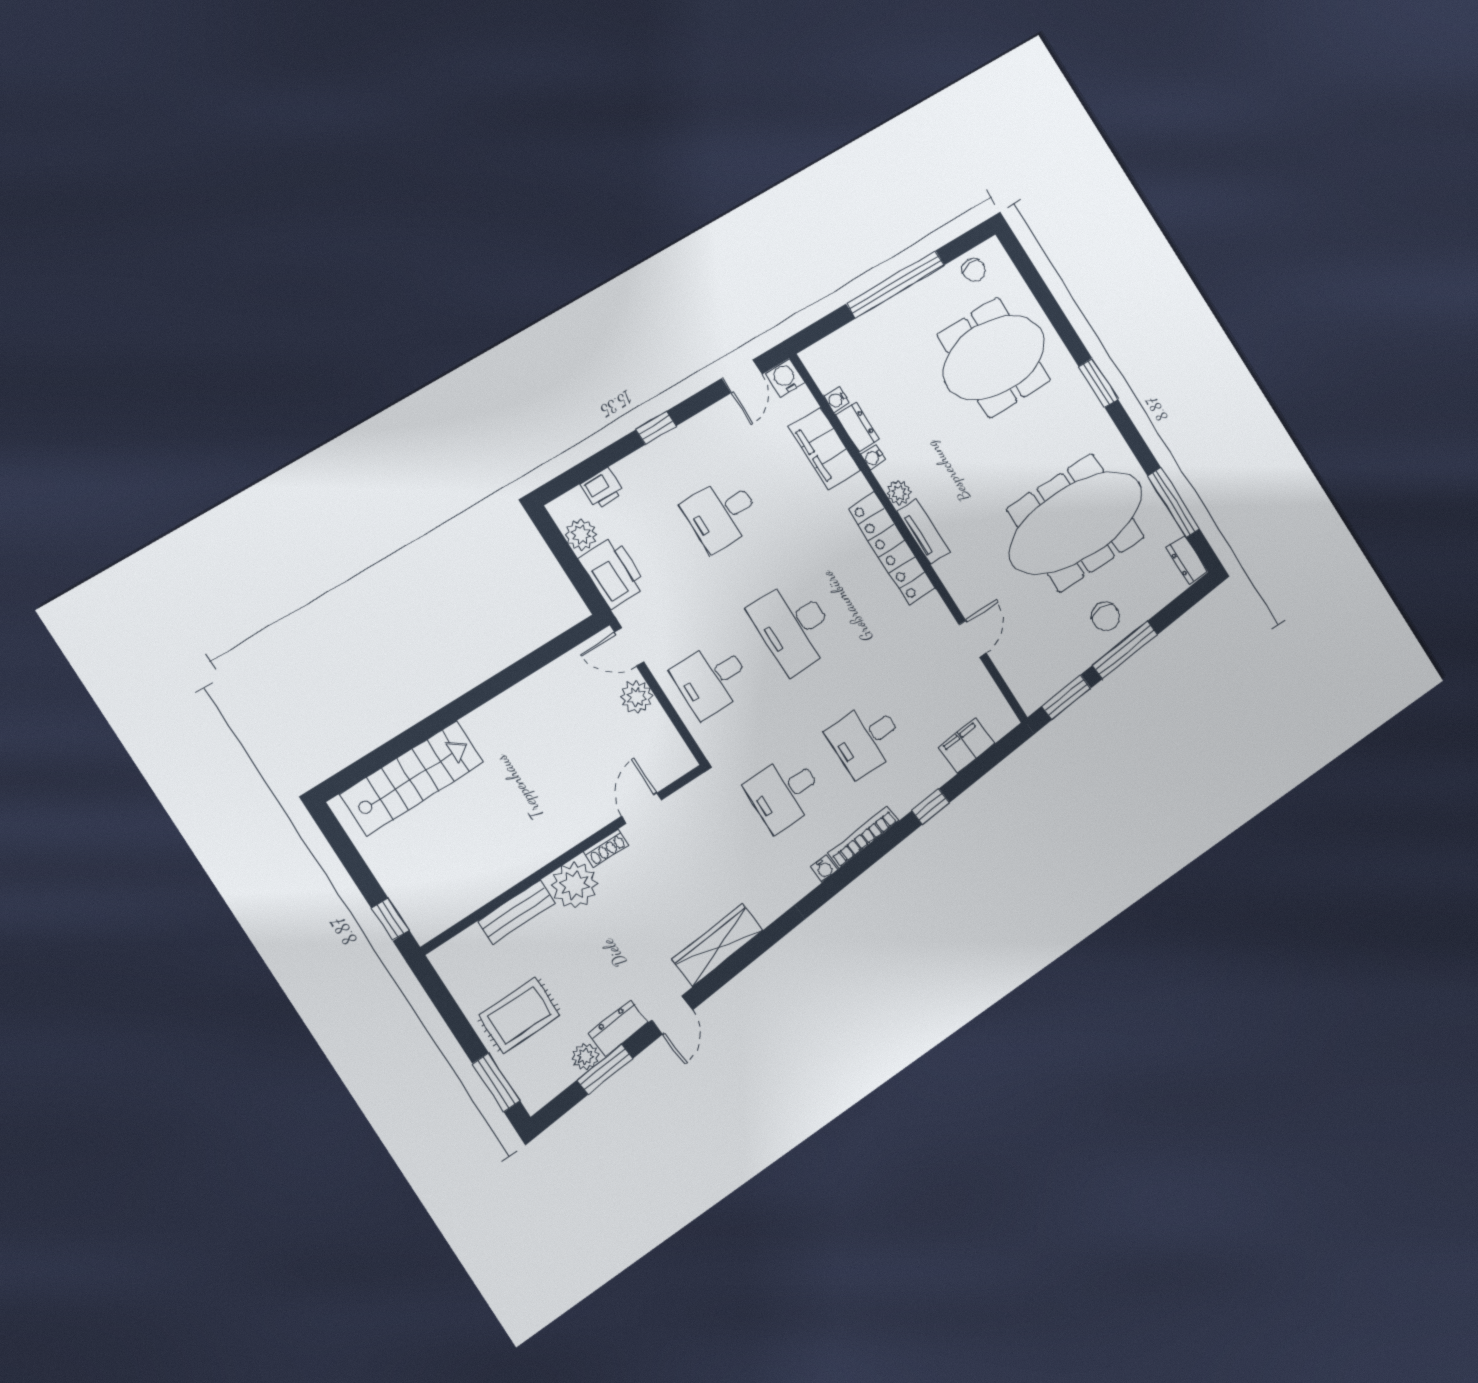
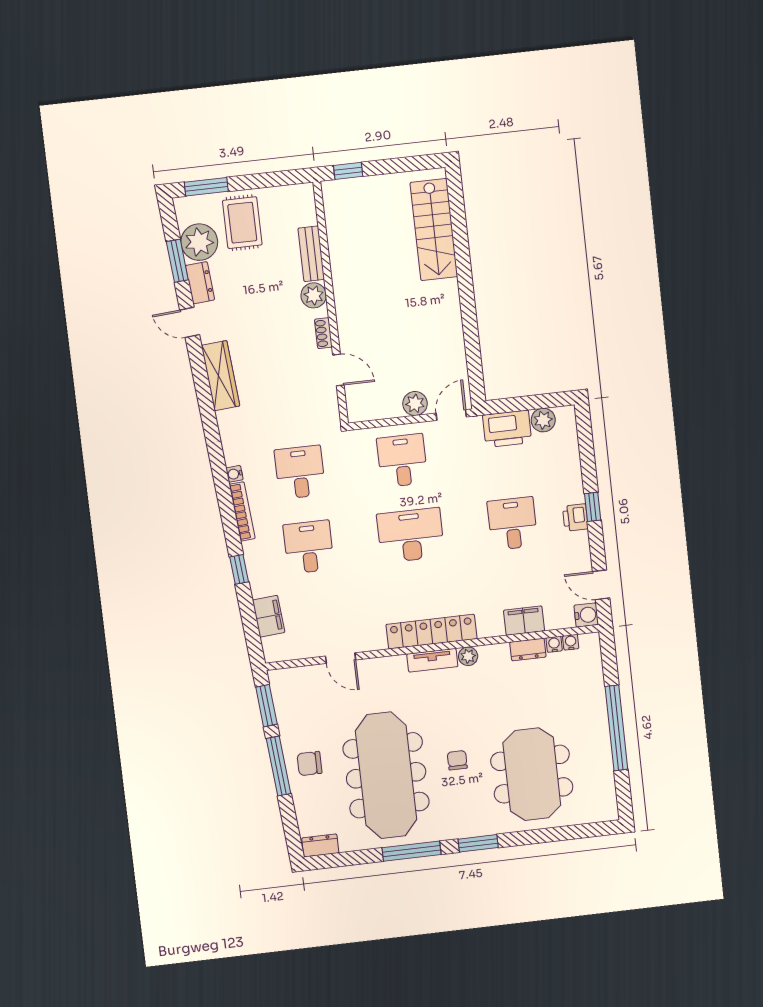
chair: (974, 270) -> (457, 760), moved, turned 96
filing cabinet: (825, 448) -> (524, 621), width x0.67, depth x0.86
water cooler: (873, 457) -> (571, 642), moved
printer: (602, 489) -> (575, 517), moved
window: (1174, 502) -> (412, 851), moved
plant: (575, 885) -> (314, 295), width x0.73, depth x0.73
plant: (585, 1056) -> (199, 242), width x1.88, depth x1.88

